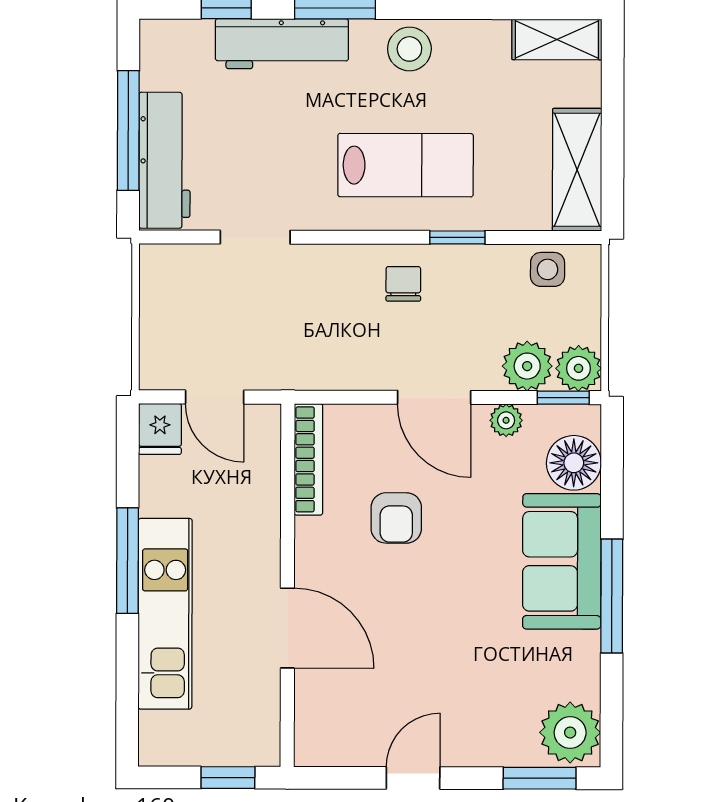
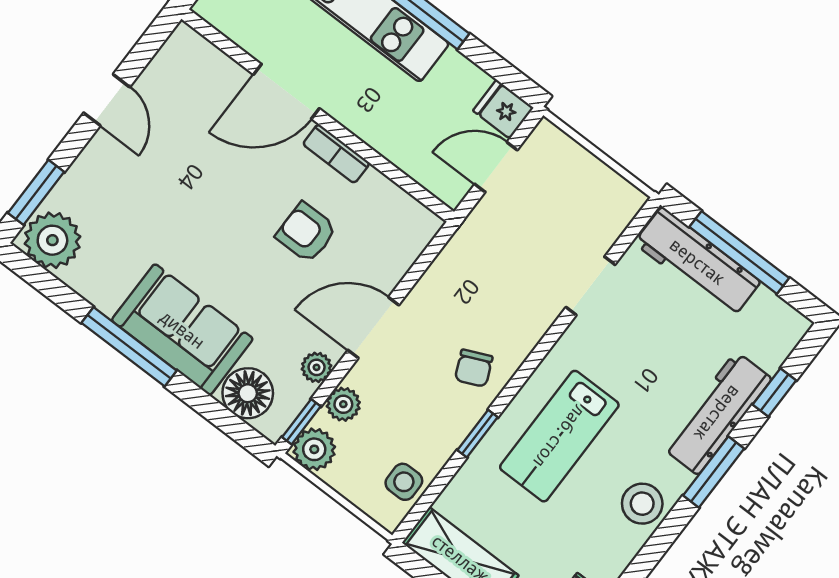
chair: (403, 284) -> (474, 368), turned 66
plant: (527, 366) -> (343, 404), width x0.73, depth x0.73
bookcase: (308, 459) -> (336, 154), moved, width x0.64

